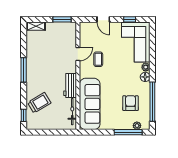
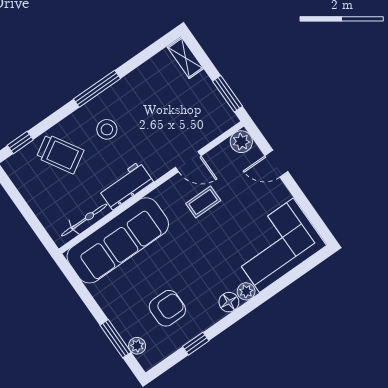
door: (103, 19) -> (276, 164), hinge flipped
window: (130, 19) -> (307, 208), removed
plant: (85, 27) -> (241, 142), added
stool: (43, 77) -> (107, 129), added
window: (152, 102) -> (196, 344), width x0.32
window: (128, 132) -> (116, 339), width x0.69

